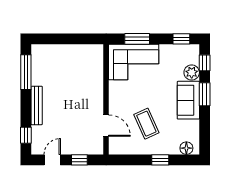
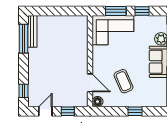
window: (181, 39) -> (142, 11), moved
bench: (37, 105) -> (32, 31), moved
floor lamp: (186, 148) -> (98, 102), moved

